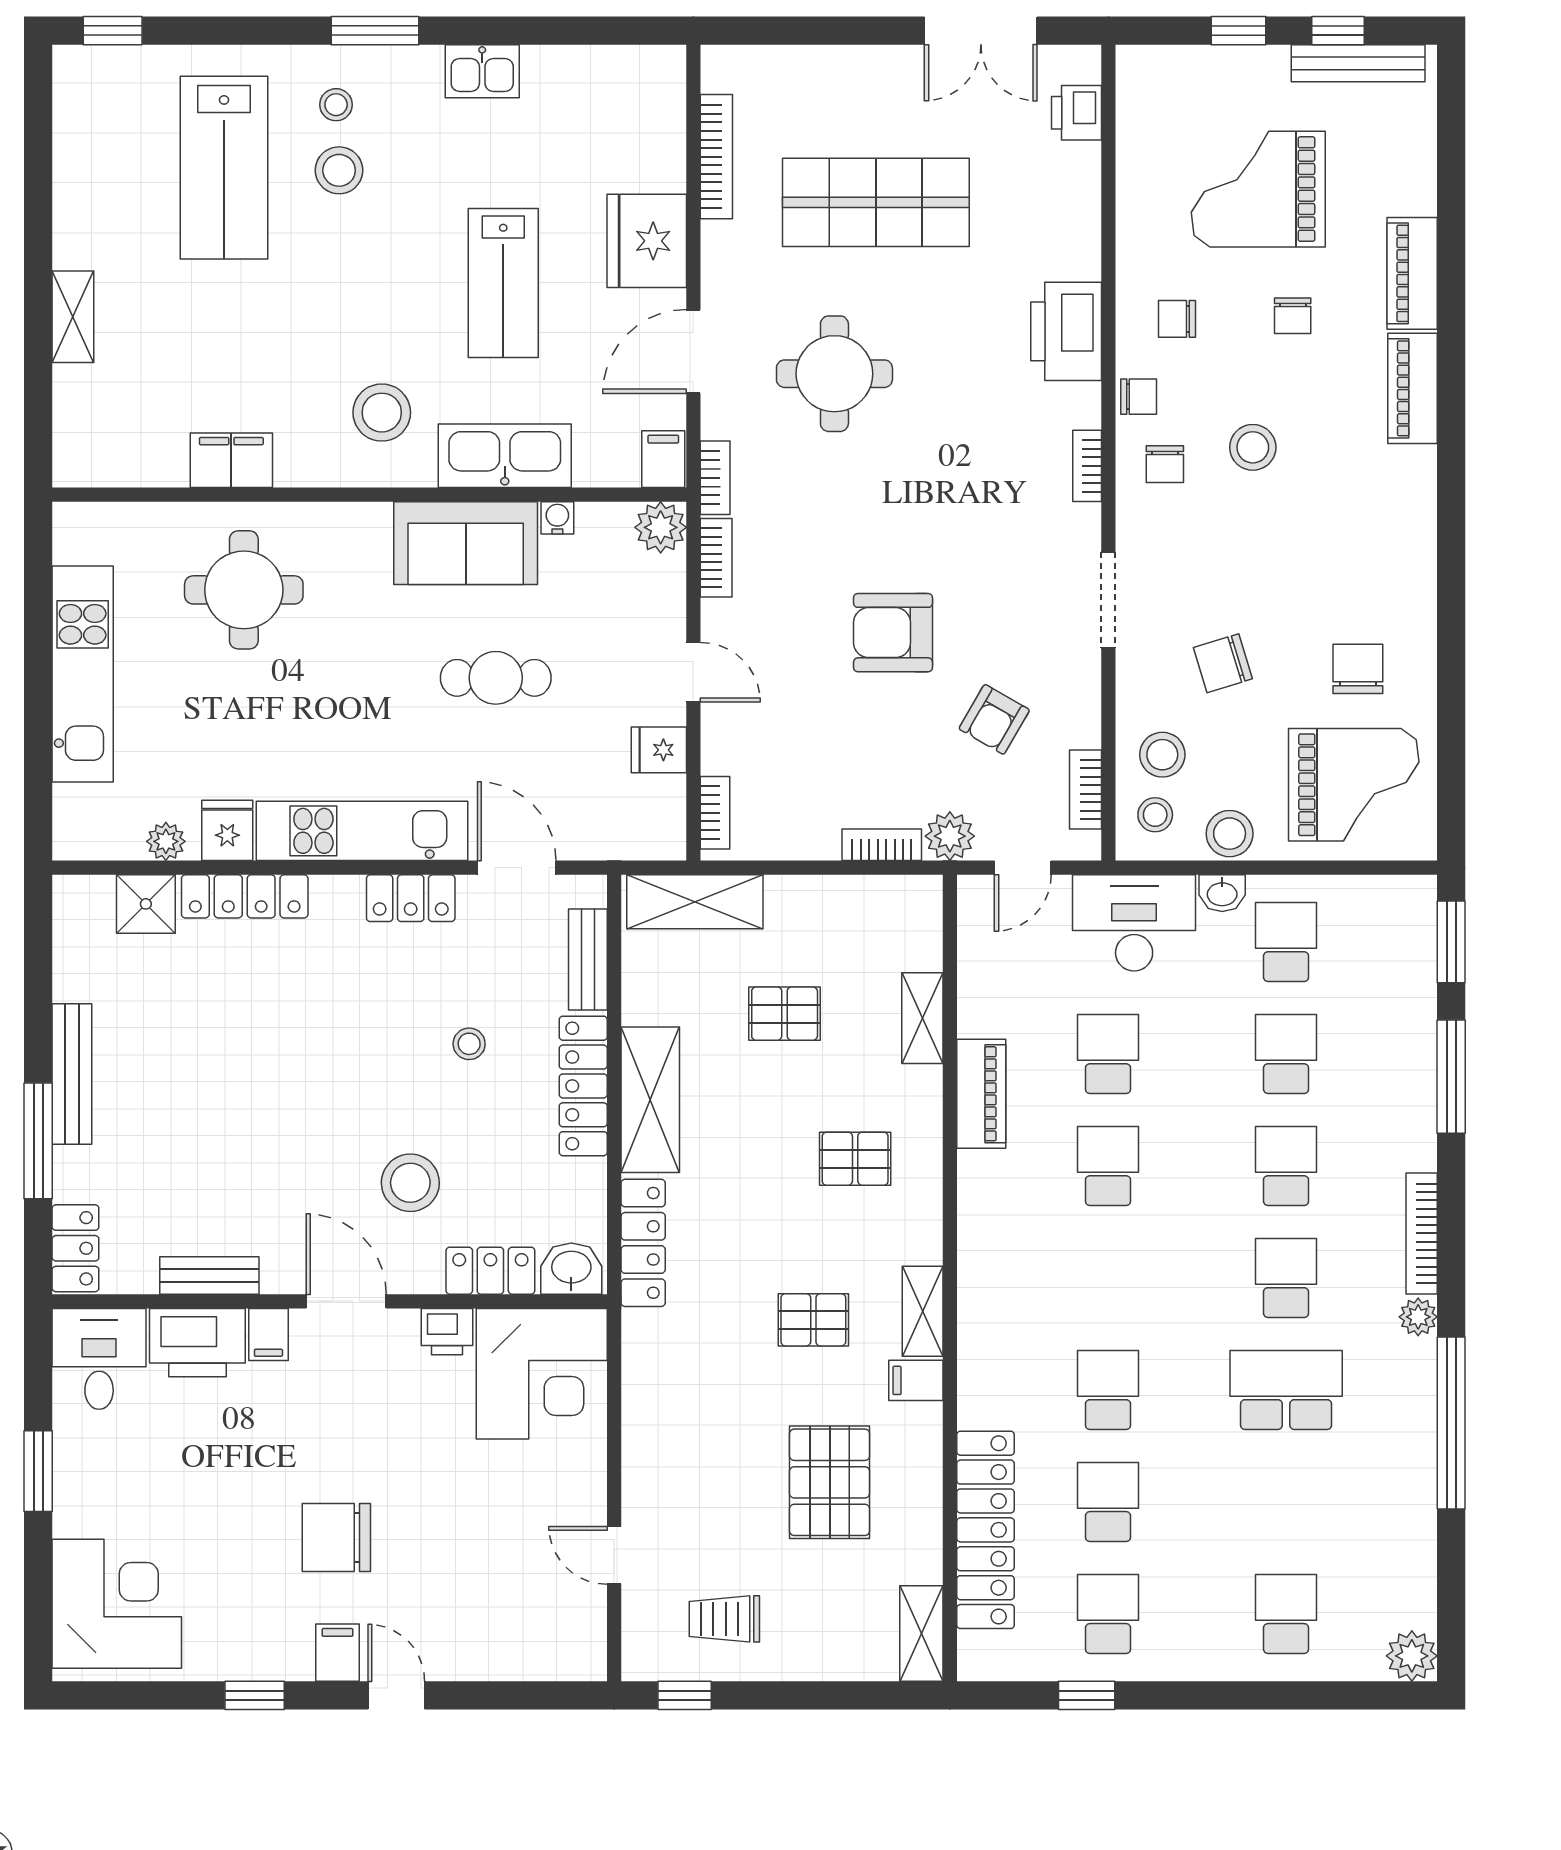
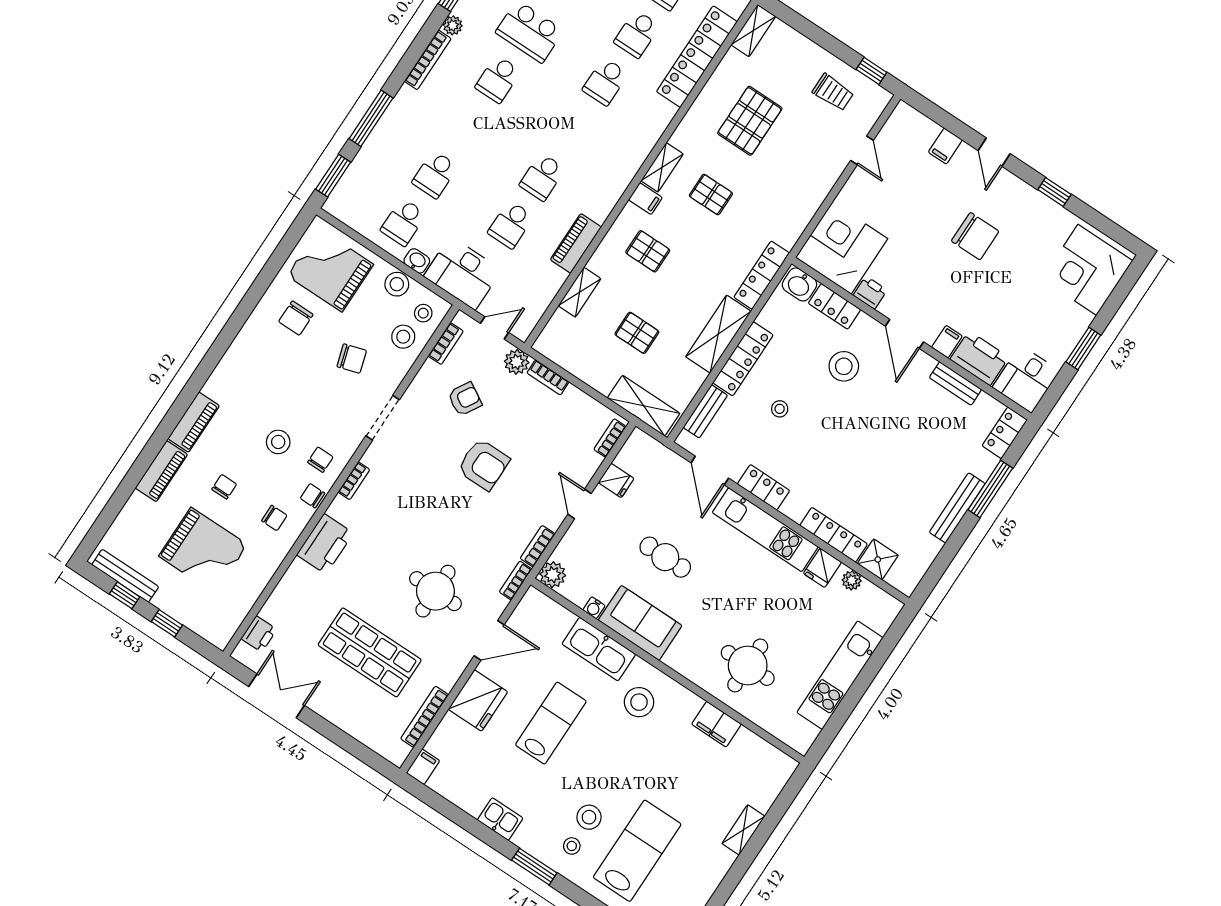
filing cabinet: (663, 459) -> (423, 767), moved, turned 180
school desk: (1286, 1166) -> (466, 127), removed
filing cabinet: (916, 1380) -> (645, 199), moved
filing cabinet: (338, 1653) -> (945, 146), moved

